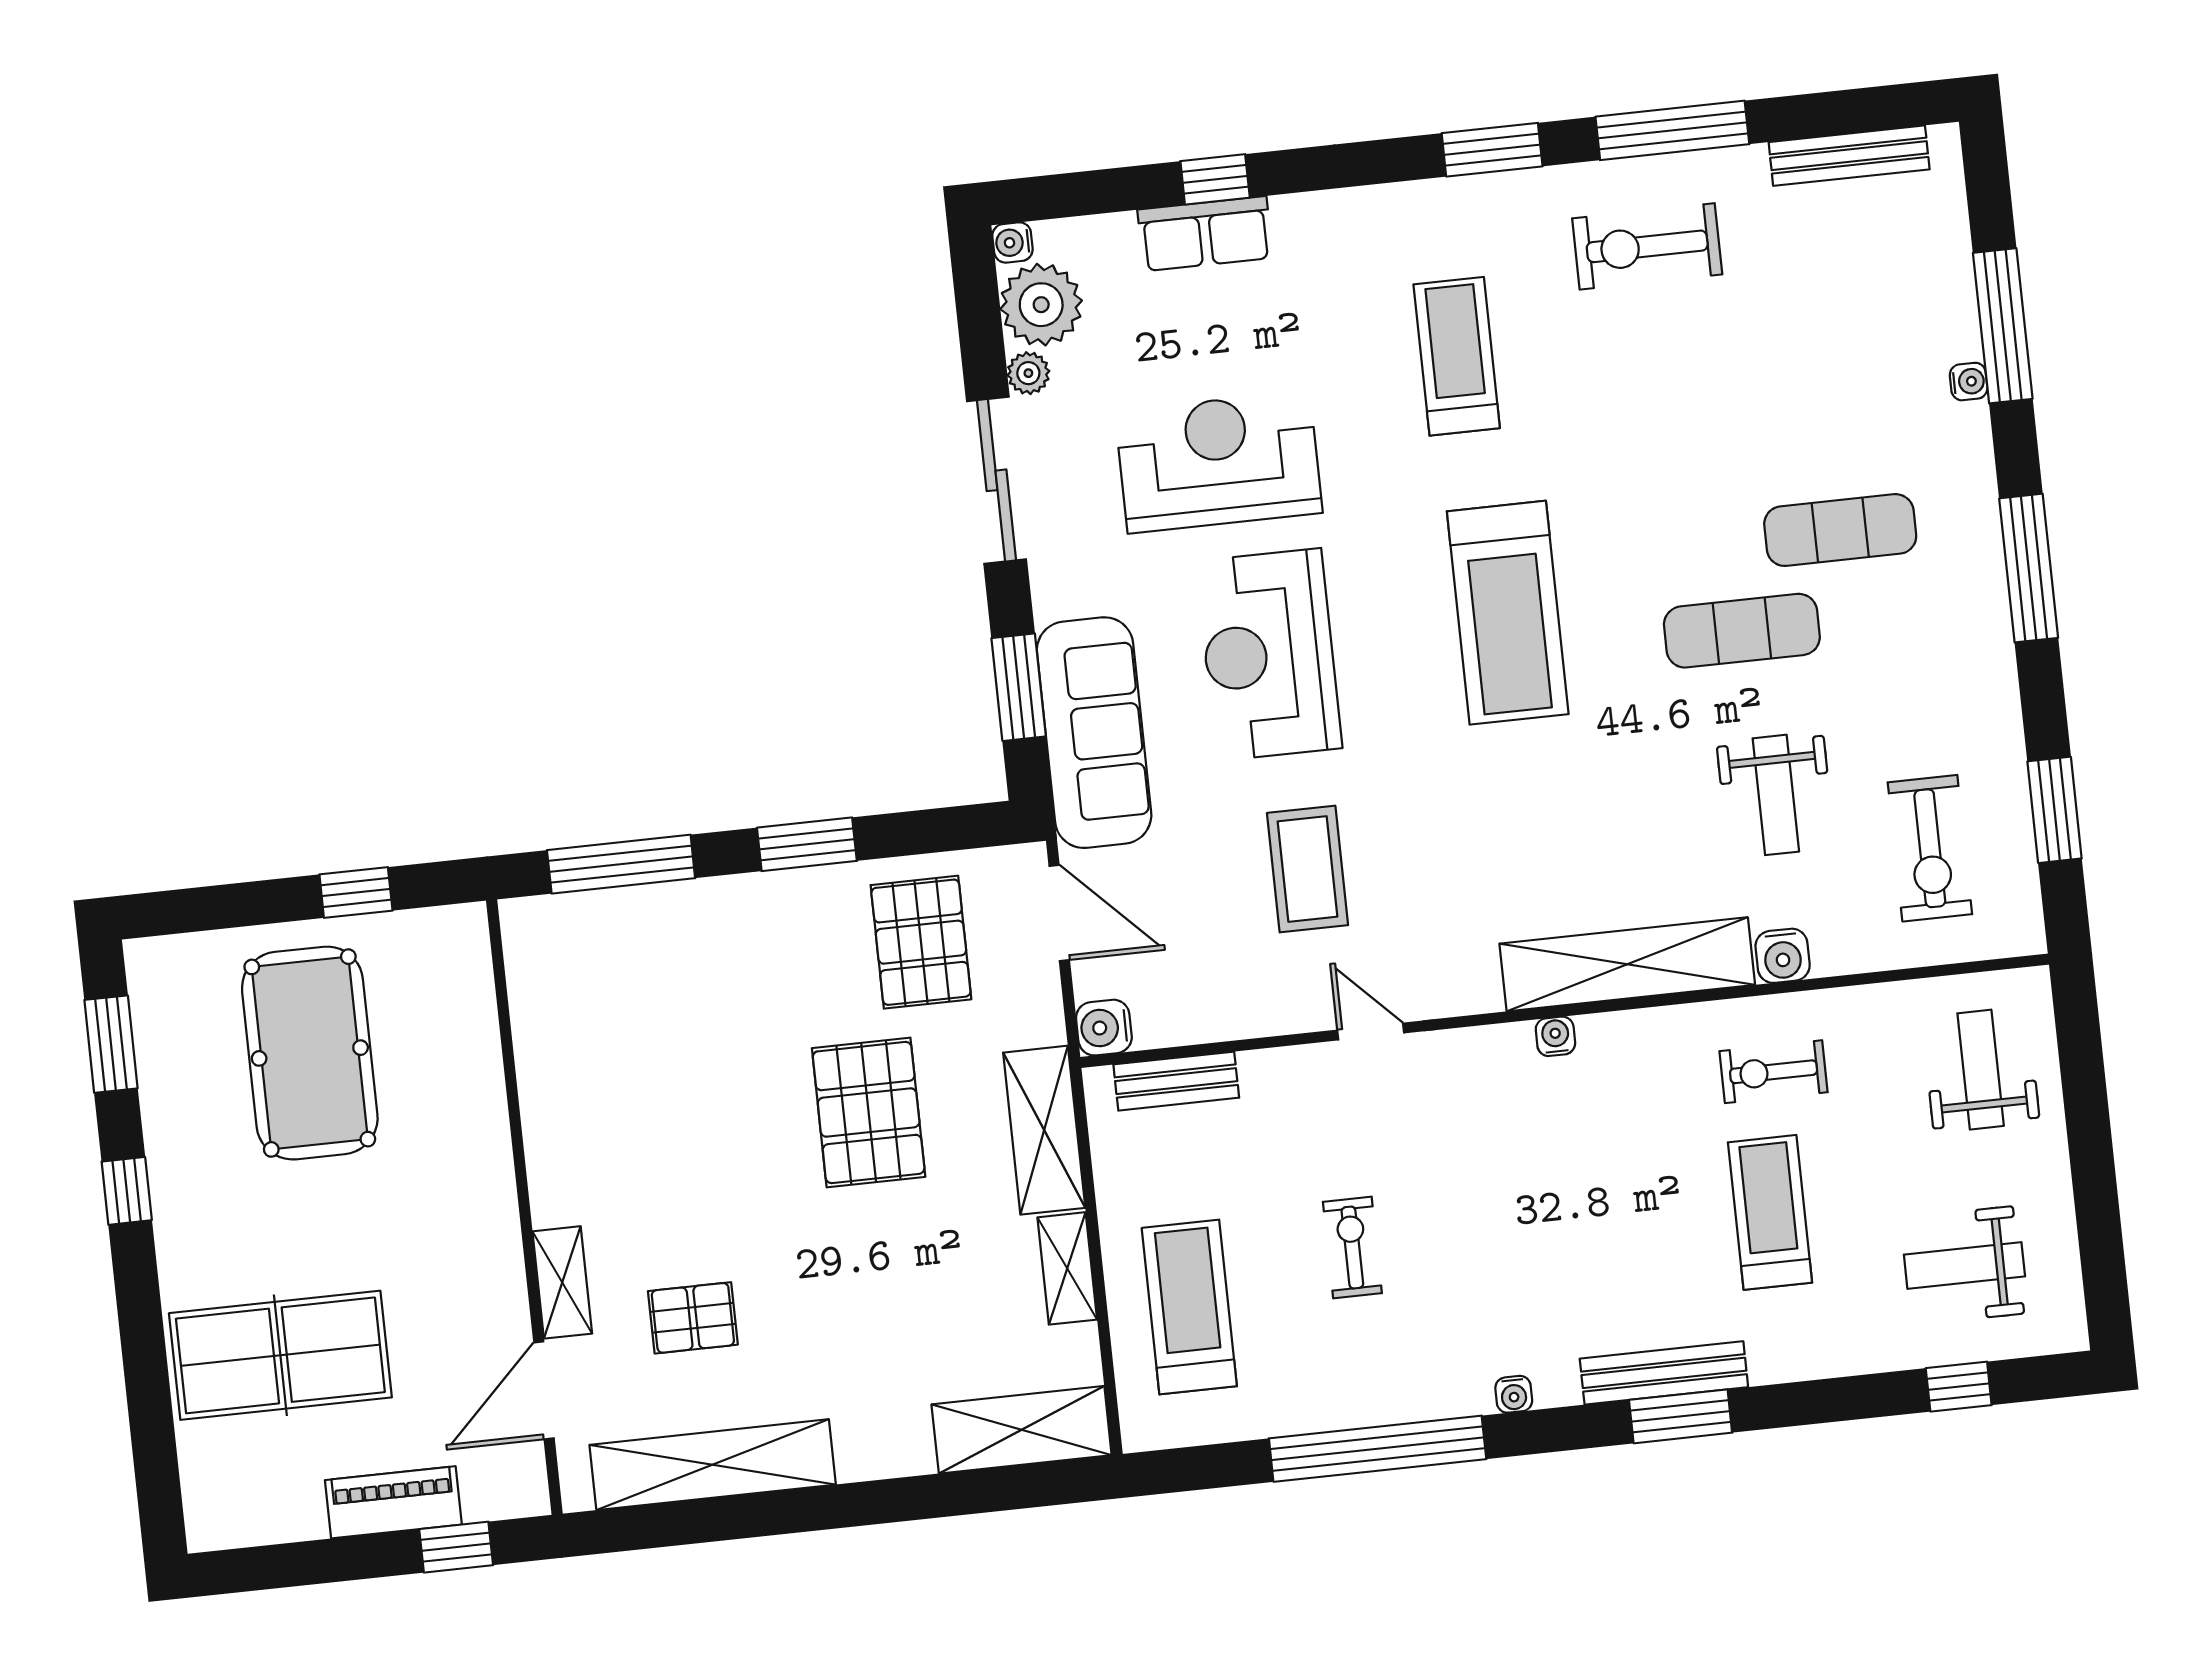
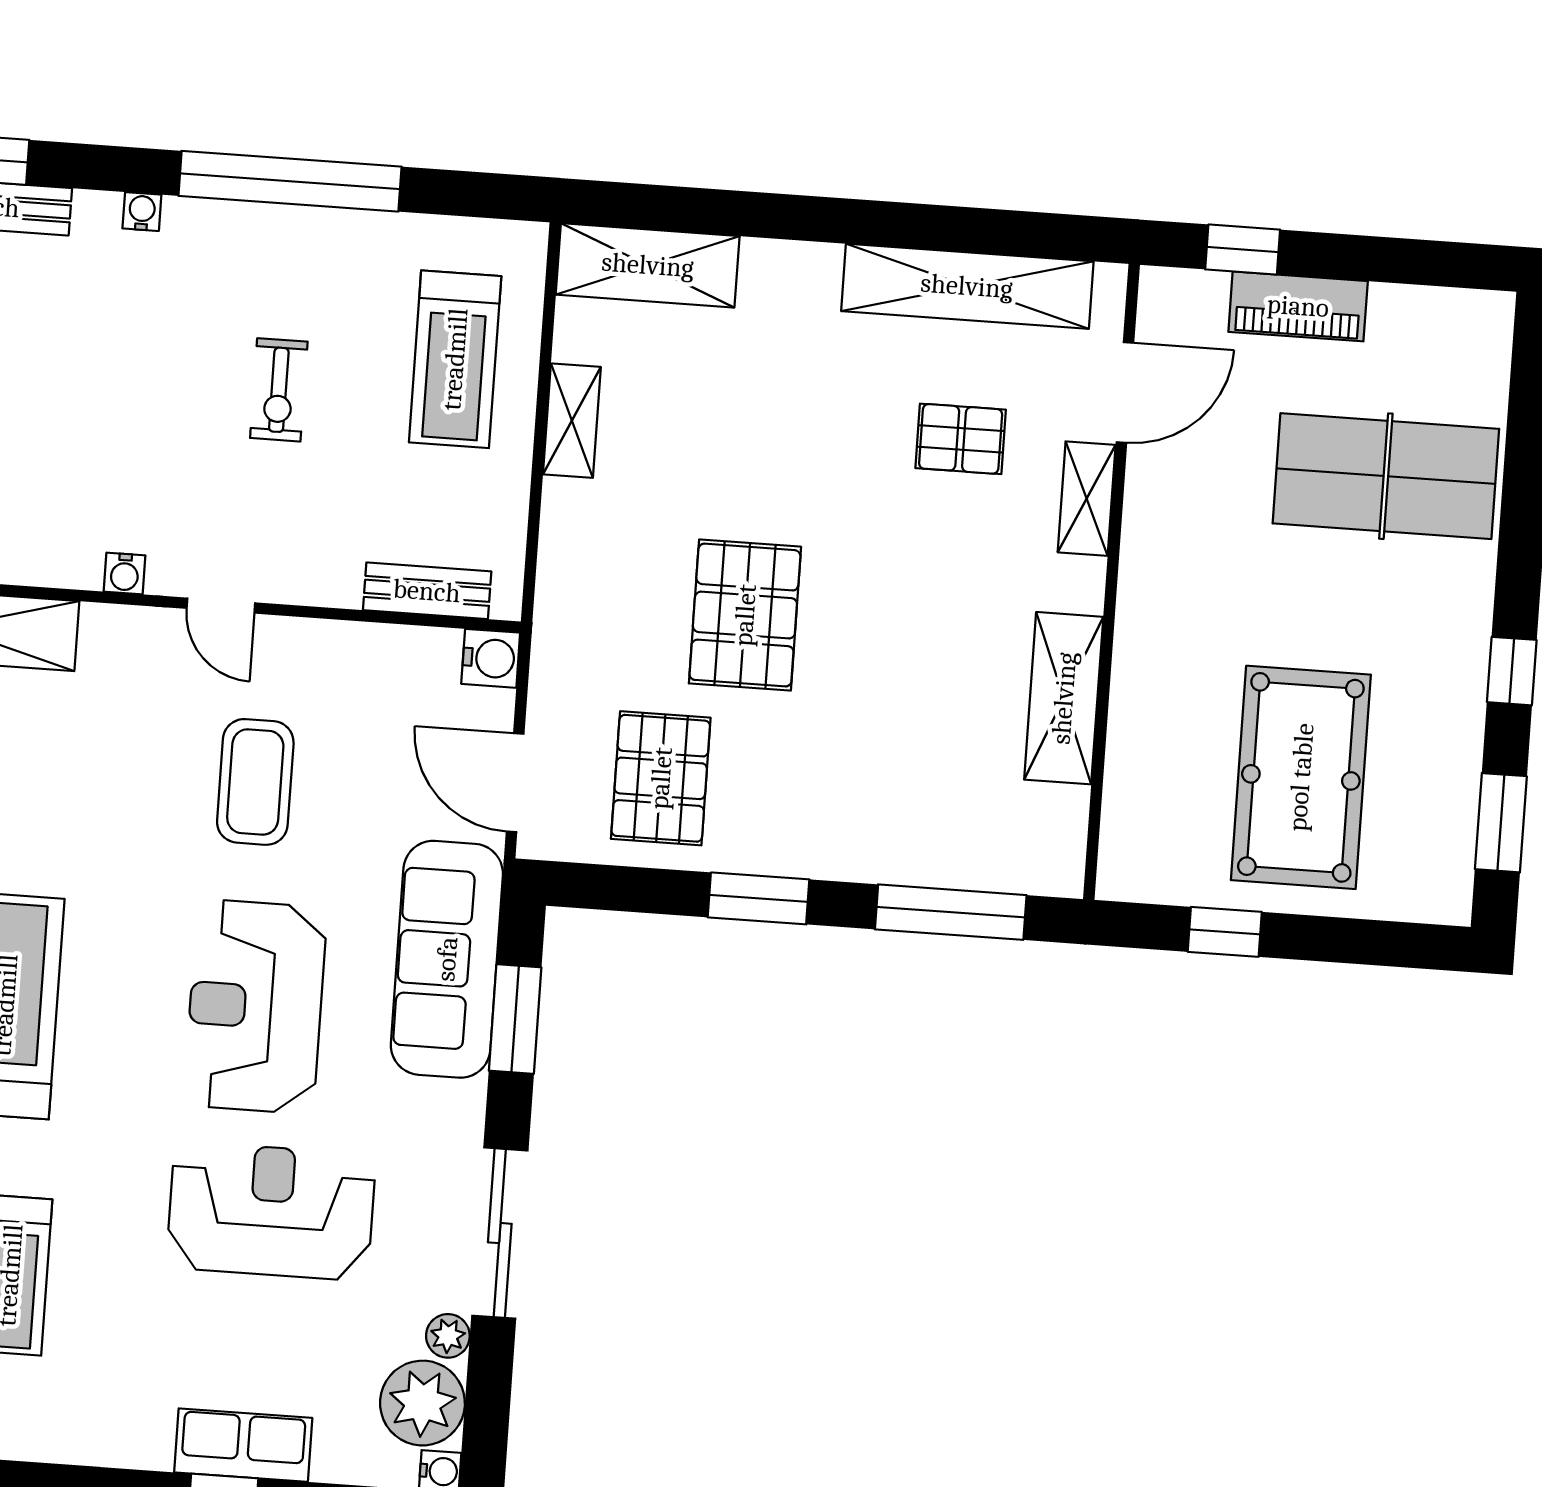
reception desk: (1219, 462) -> (271, 1211), turned 180
reception desk: (1269, 655) -> (255, 1006), turned 180
water cooler: (1555, 1036) -> (125, 573), moved
shelving: (1044, 1130) -> (1064, 698), moved

